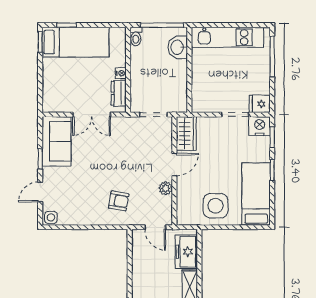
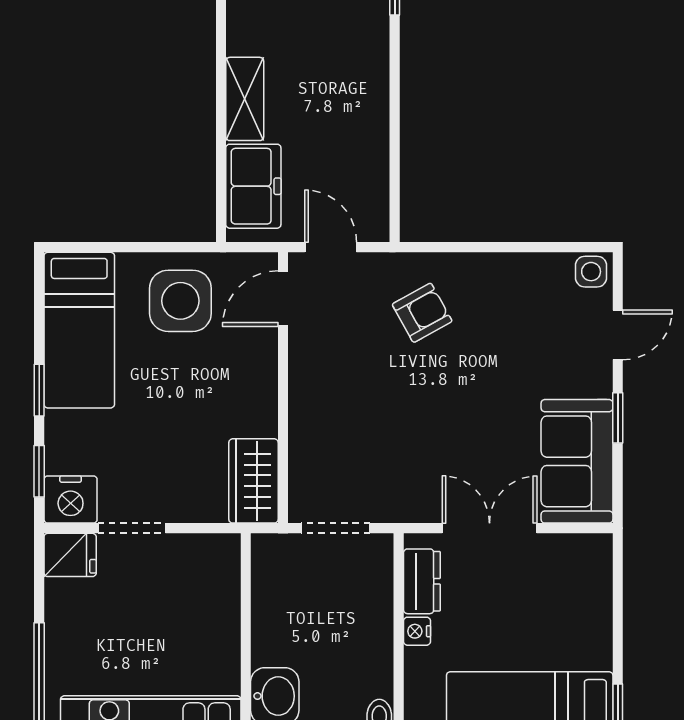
door: (174, 164) -> (283, 299), moved
plant: (166, 188) -> (305, 344), removed
armchair: (119, 201) -> (422, 313), turned 141

